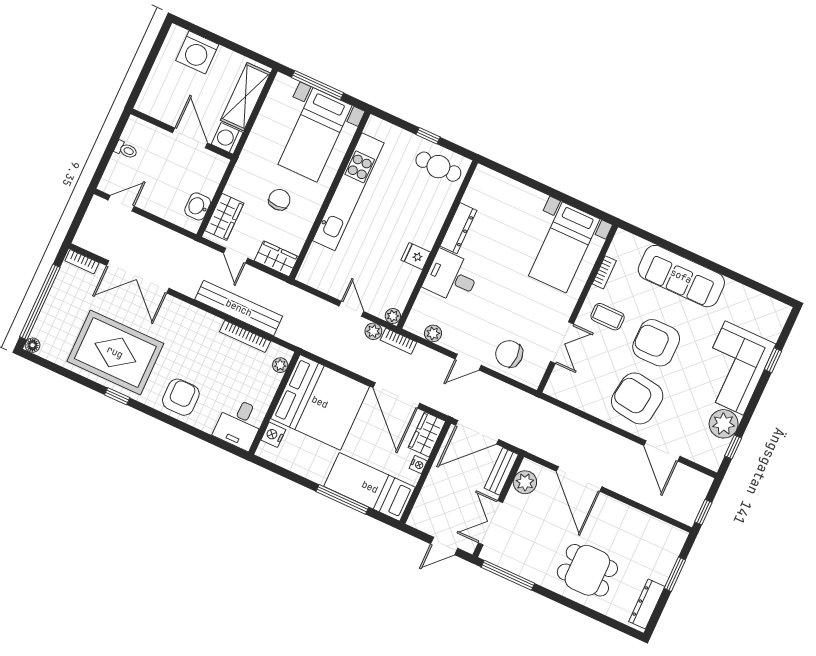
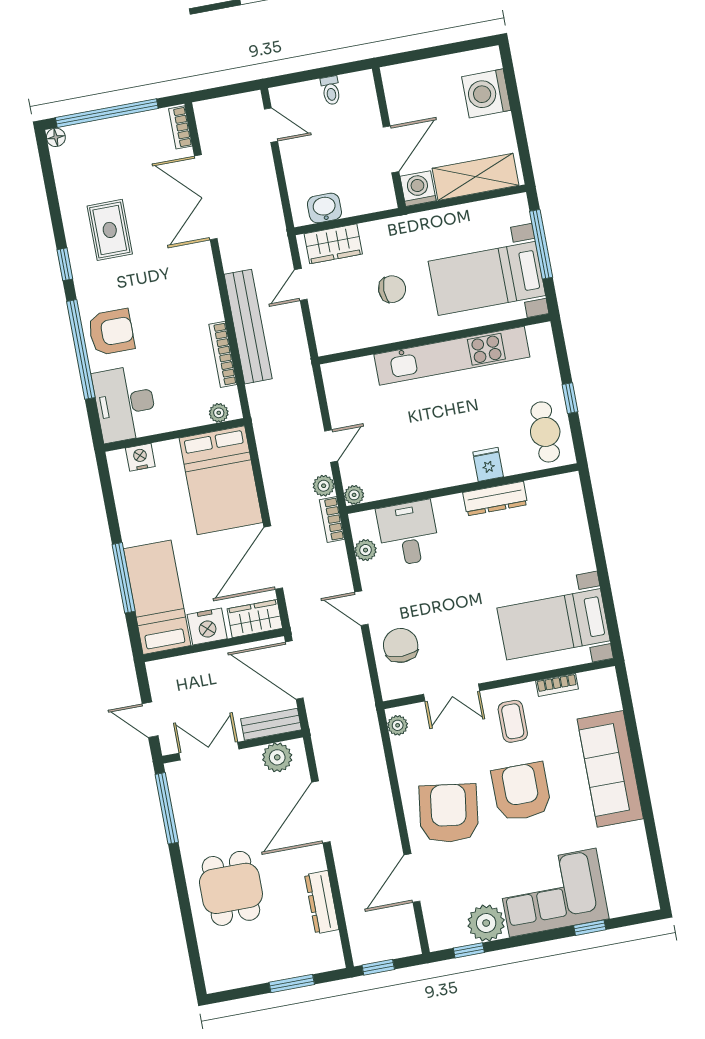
fridge: (416, 256) -> (488, 464), moved
wardrobe: (276, 259) -> (328, 330), removed
desk: (451, 277) -> (408, 533), moved
rug: (115, 352) -> (110, 230), width x0.54, depth x0.49
plant: (558, 392) -> (398, 725), added
bed: (320, 402) -> (221, 480), width x0.73
window: (178, 424) -> (81, 349), added
desk: (239, 424) -> (125, 404), width x1.37
nightstand: (418, 465) -> (207, 627), width x1.89, depth x1.79
dresser: (647, 604) -> (322, 902), moved, turned -90

